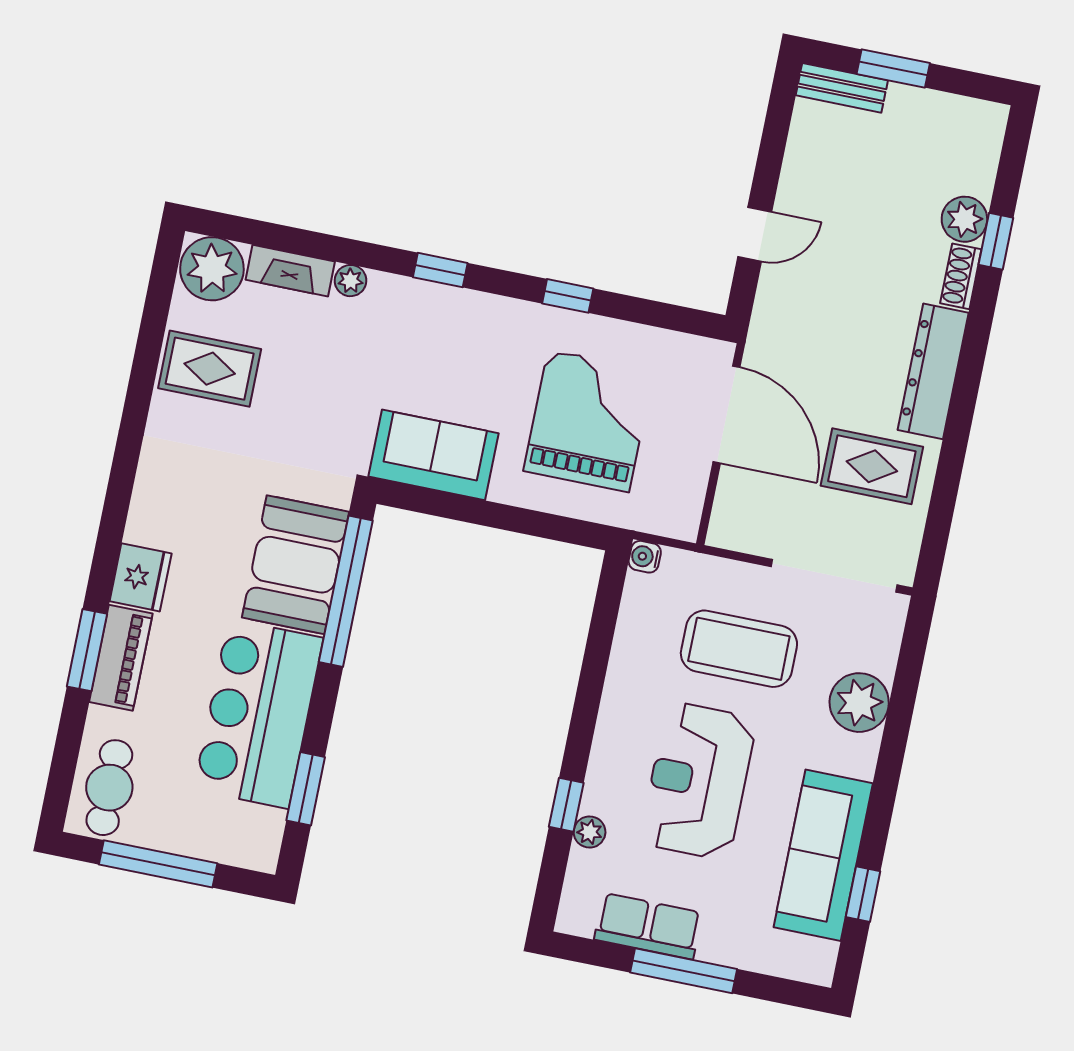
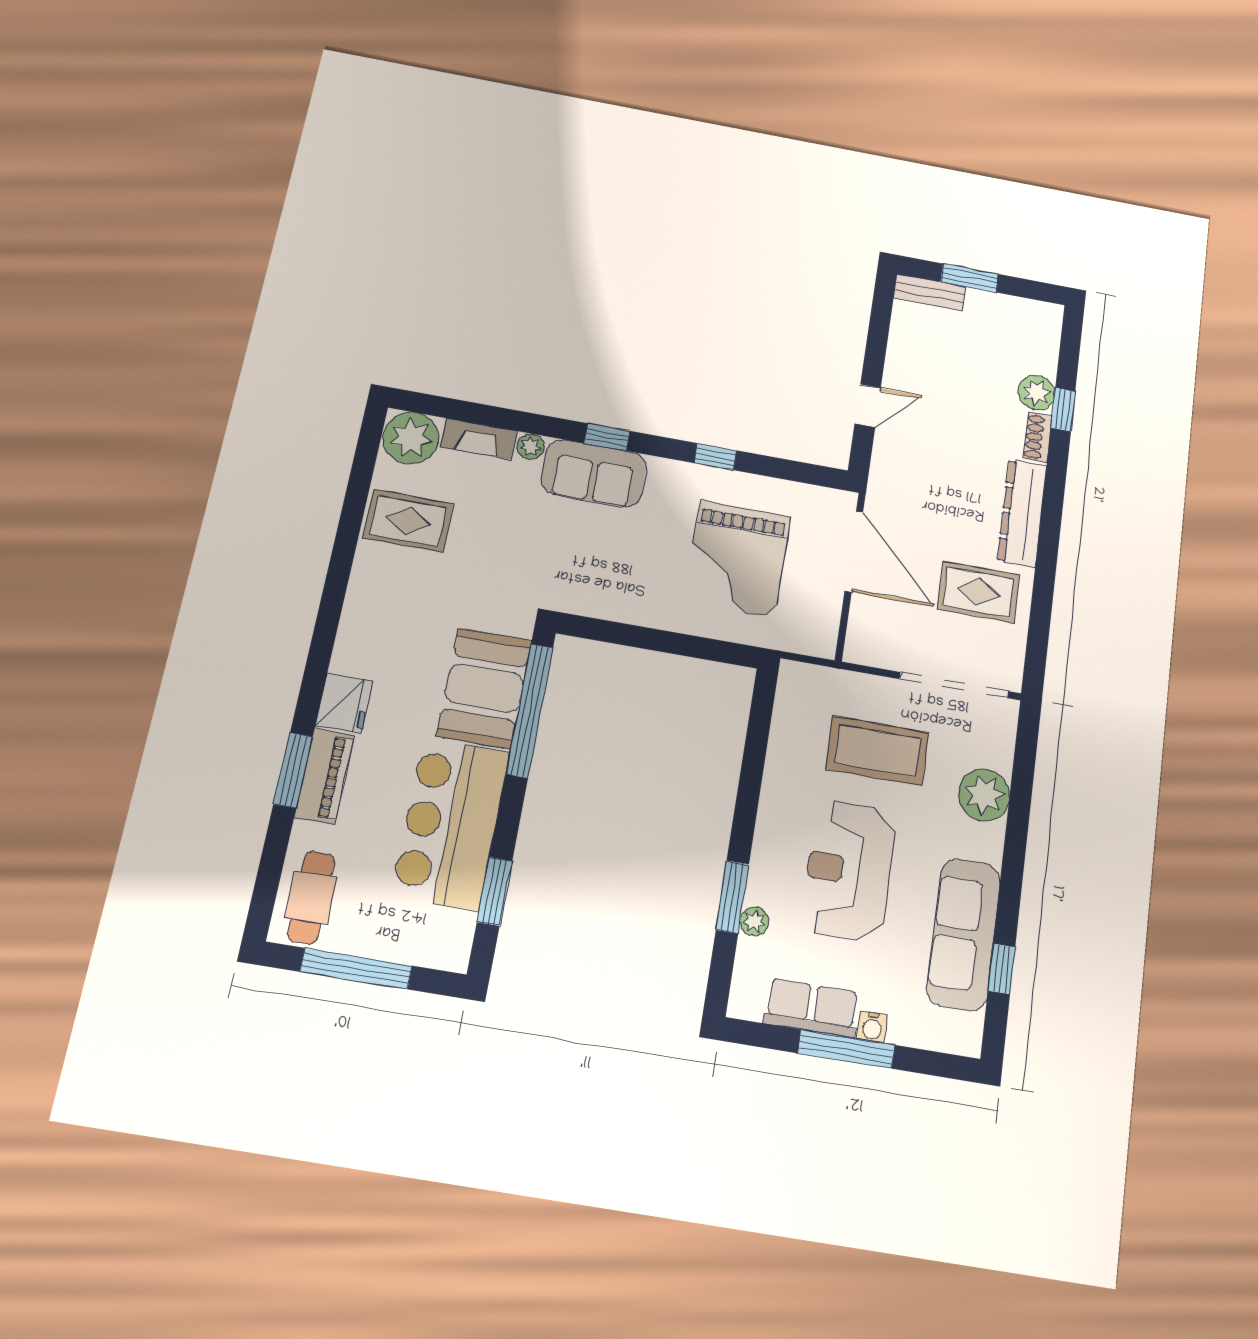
grand piano: (588, 421) -> (737, 559), turned 180
sofa: (433, 455) -> (594, 473), moved, turned 180
water cooler: (645, 557) -> (872, 1027), moved, turned -90
window: (566, 805) -> (732, 897), width x1.50

